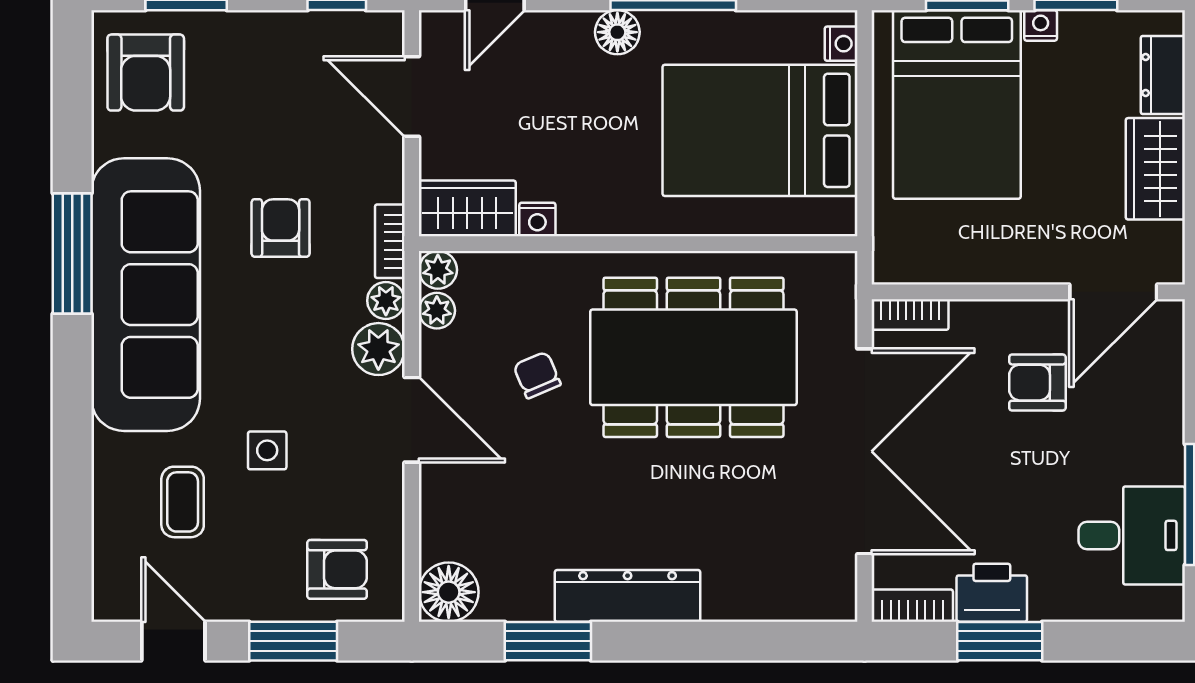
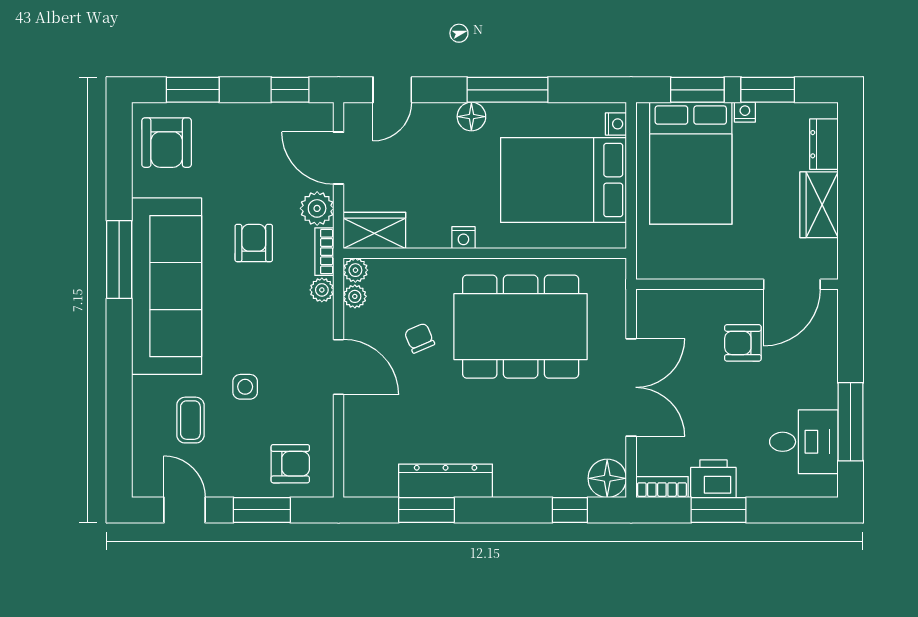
nightstand: (537, 220) -> (463, 238), moved
bookcase: (910, 314) -> (661, 299), removed
plant: (378, 349) -> (317, 208), moved
double door: (864, 451) -> (631, 387), width x0.73
floor lamp: (449, 592) -> (607, 478), moved
dresser: (628, 596) -> (446, 481), moved
window: (770, 641) -> (570, 510), added

